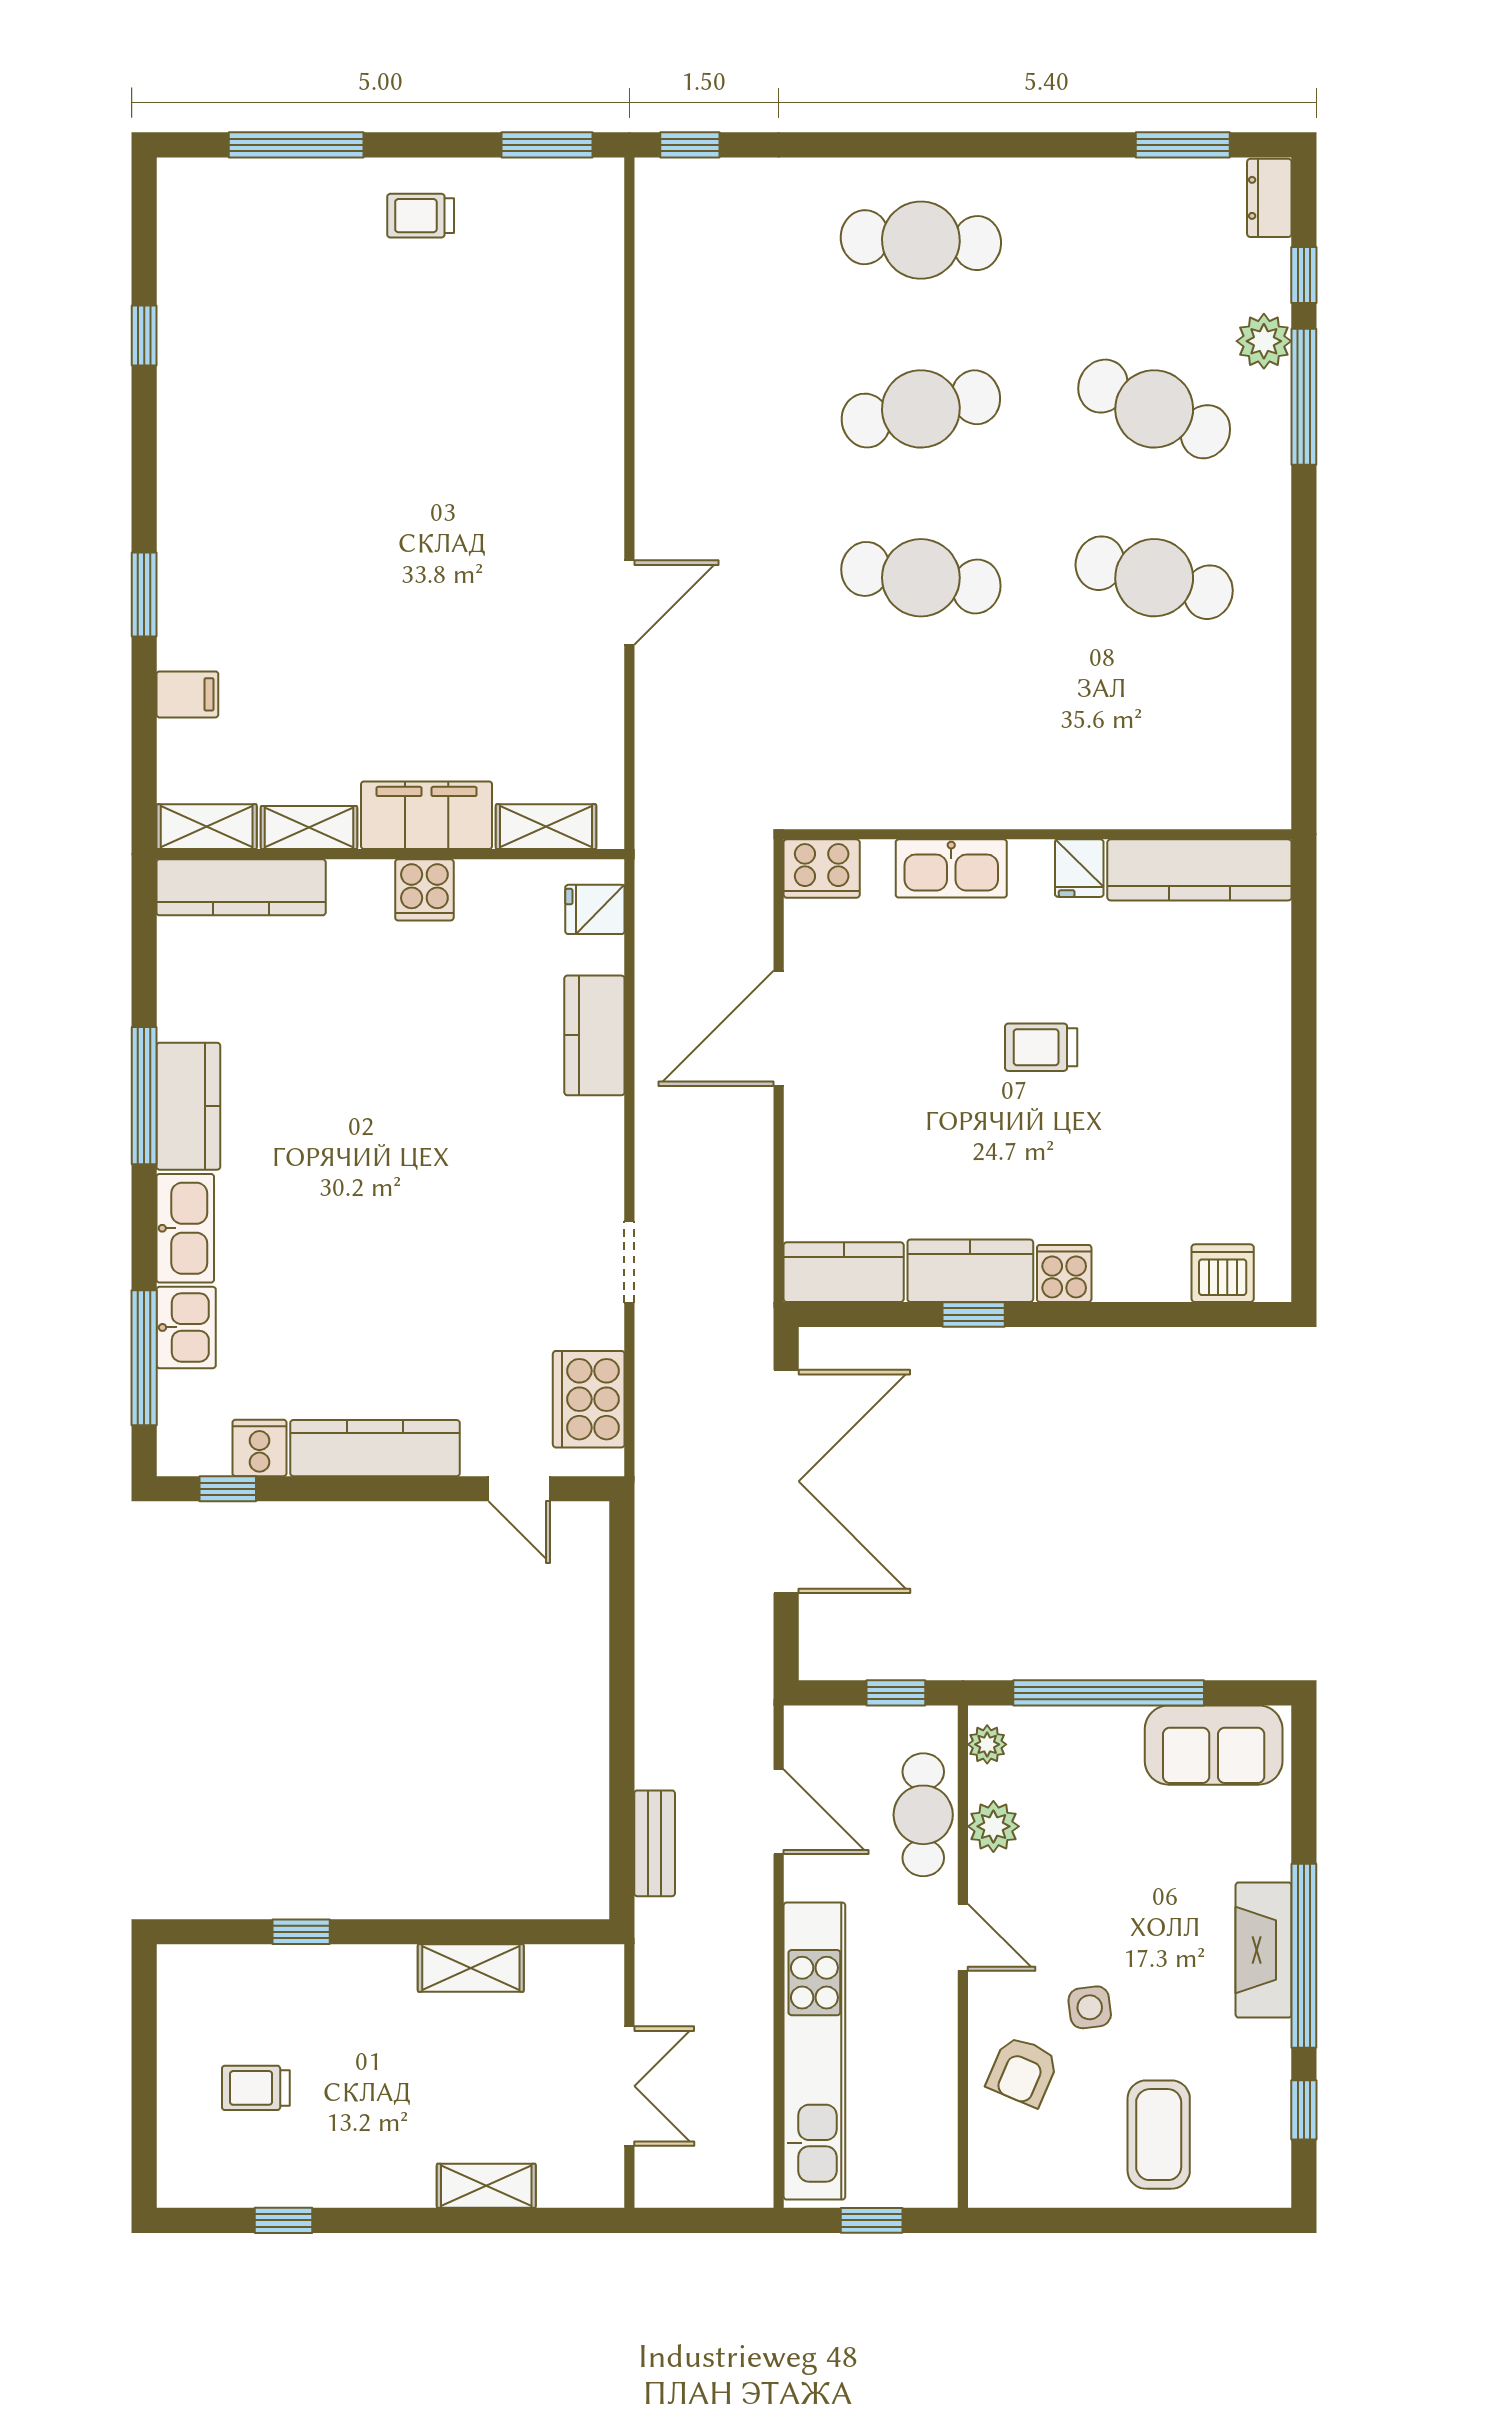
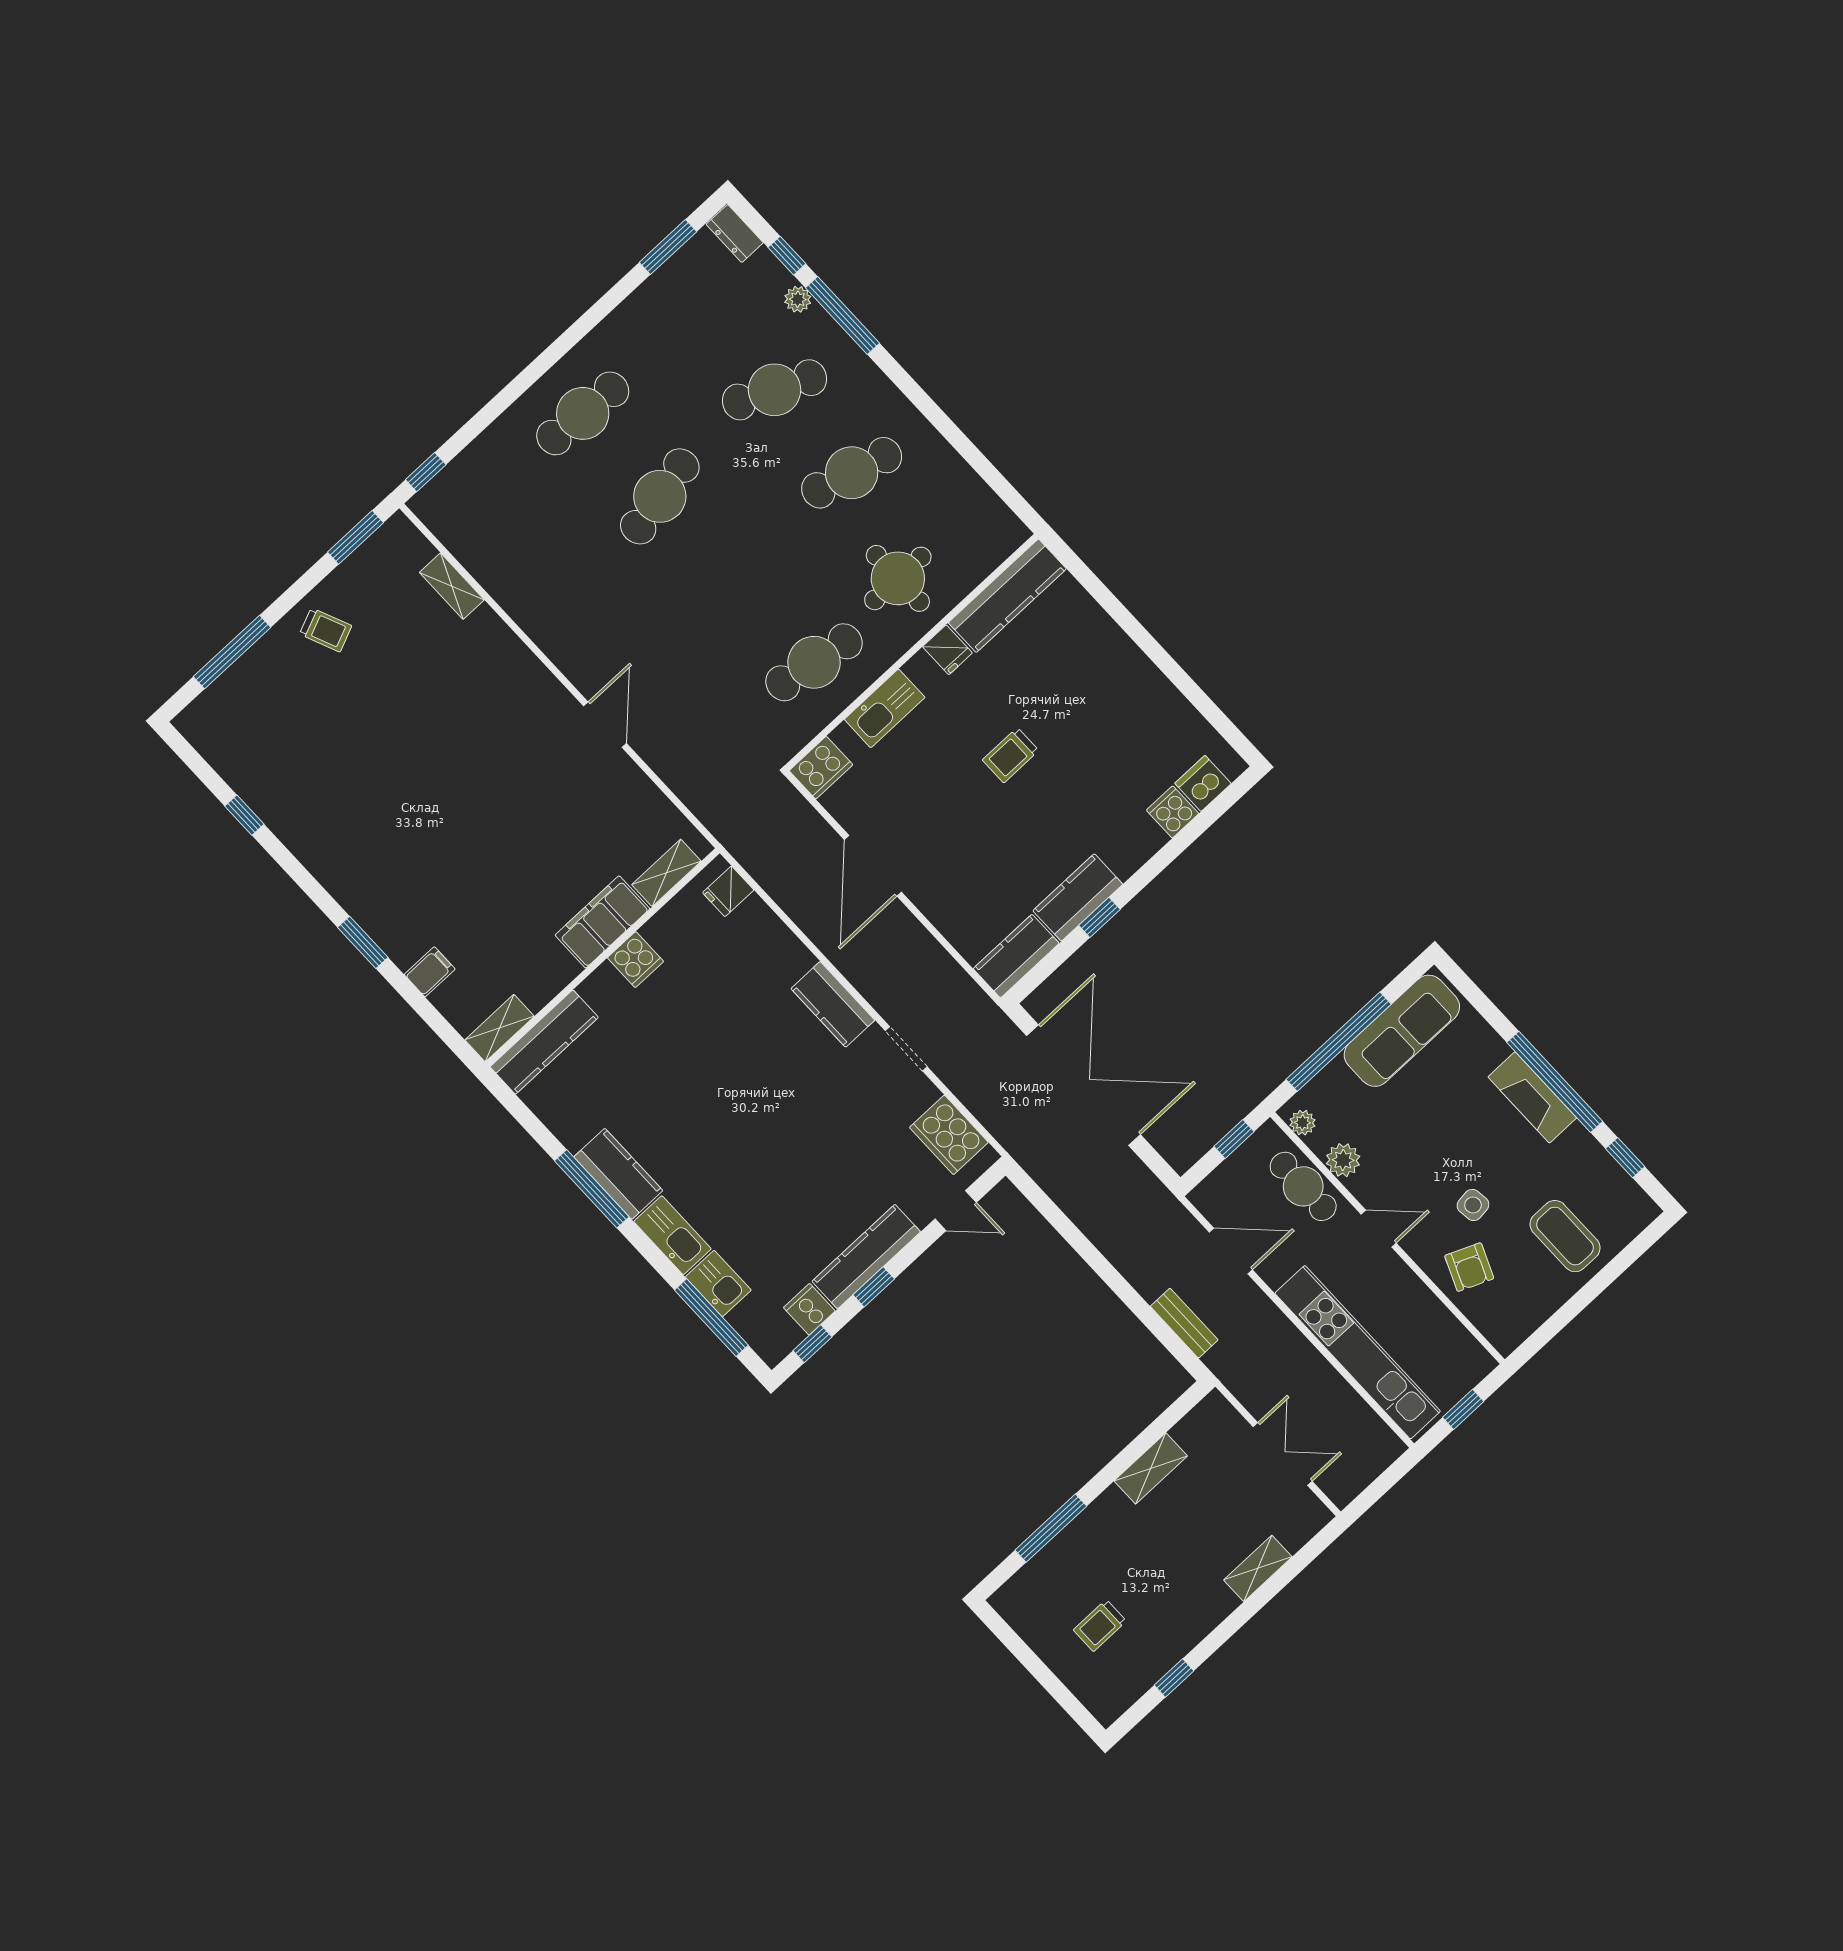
trolley: (421, 216) -> (326, 630), turned -113
plant: (1264, 341) -> (798, 299), width x0.73, depth x0.73
cafe table: (921, 578) -> (814, 662), moved
round table: (1097, 740) -> (898, 578), added
shelving: (309, 828) -> (452, 586), moved, turned 90
kitchen counter: (594, 1035) -> (833, 1004), moved
cooker: (1064, 1273) -> (1173, 812), moved
window: (353, 1489) -> (874, 1287), added
sofa: (1214, 1745) -> (1402, 1031), width x1.36
window: (301, 1932) -> (1051, 1528), width x2.17

